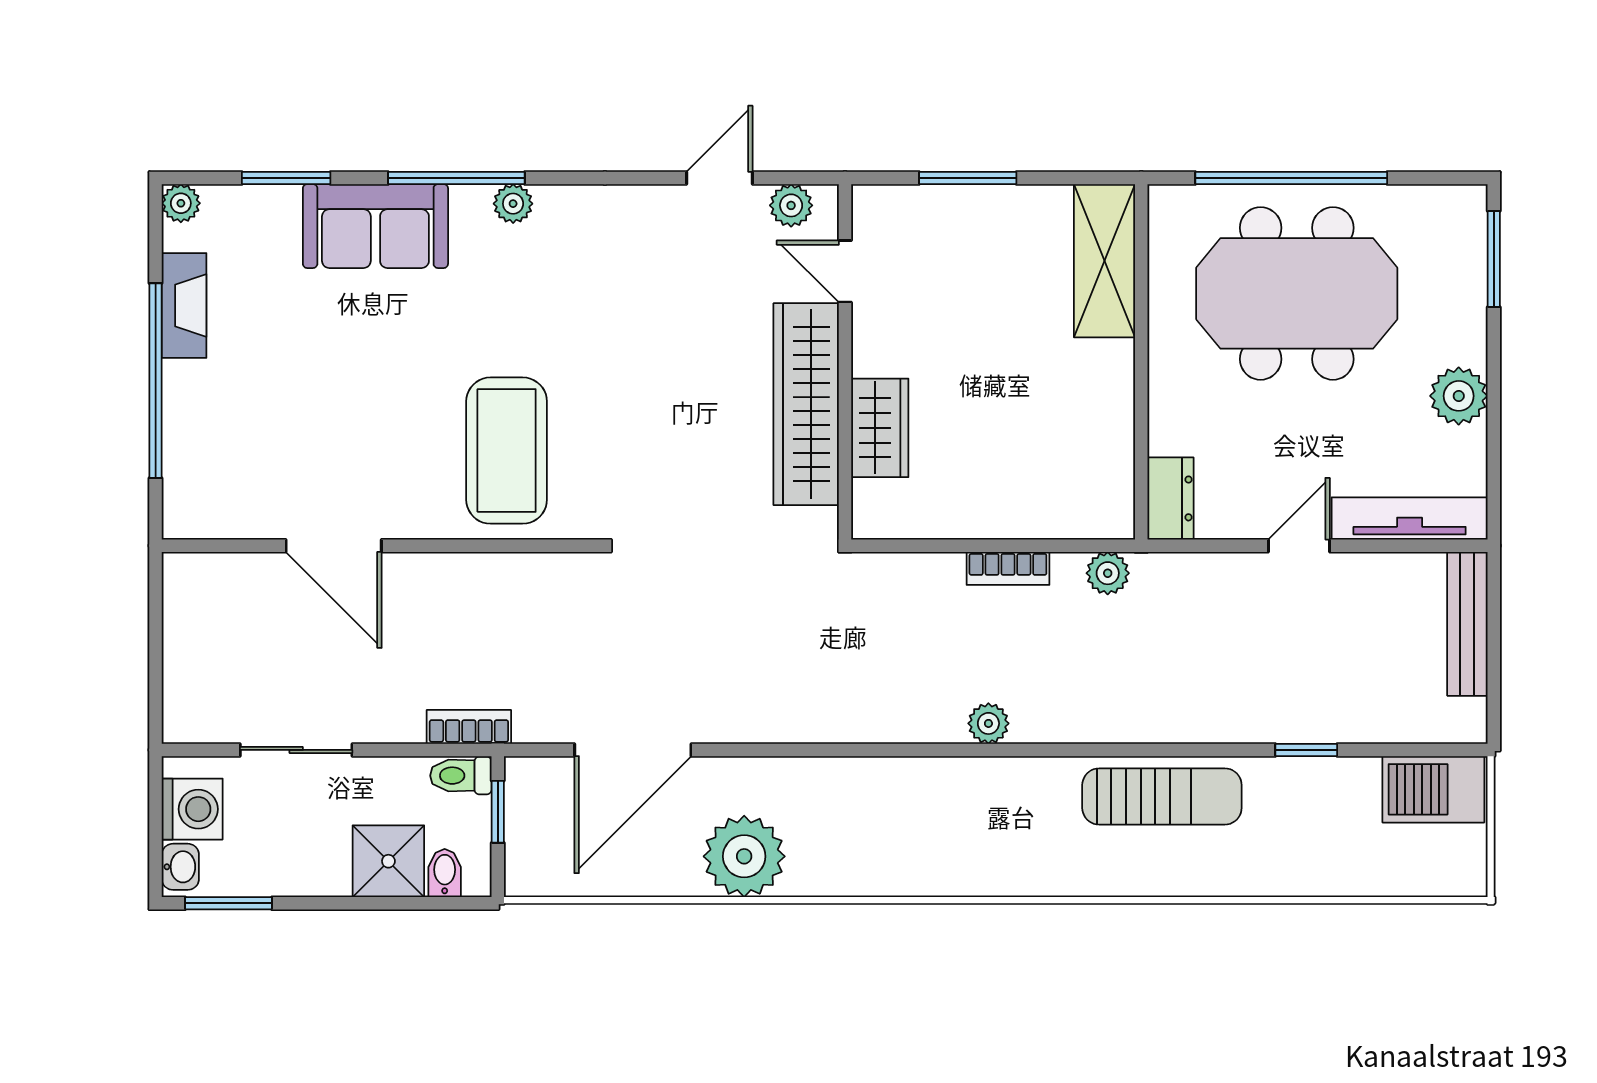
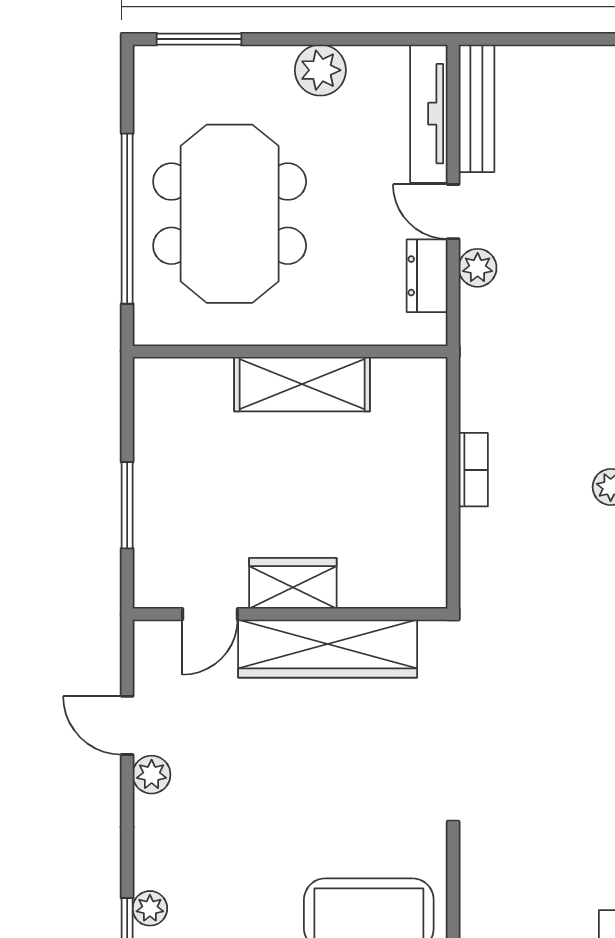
plant: (791, 205) -> (152, 775), moved
shelving: (1104, 261) -> (302, 384), moved
wardrobe: (880, 428) -> (293, 583), moved
dresser: (1170, 498) -> (427, 276), moved, turned -90
plant: (1108, 573) -> (478, 268), moved
bench: (1467, 624) -> (476, 108), moved, turned 90

